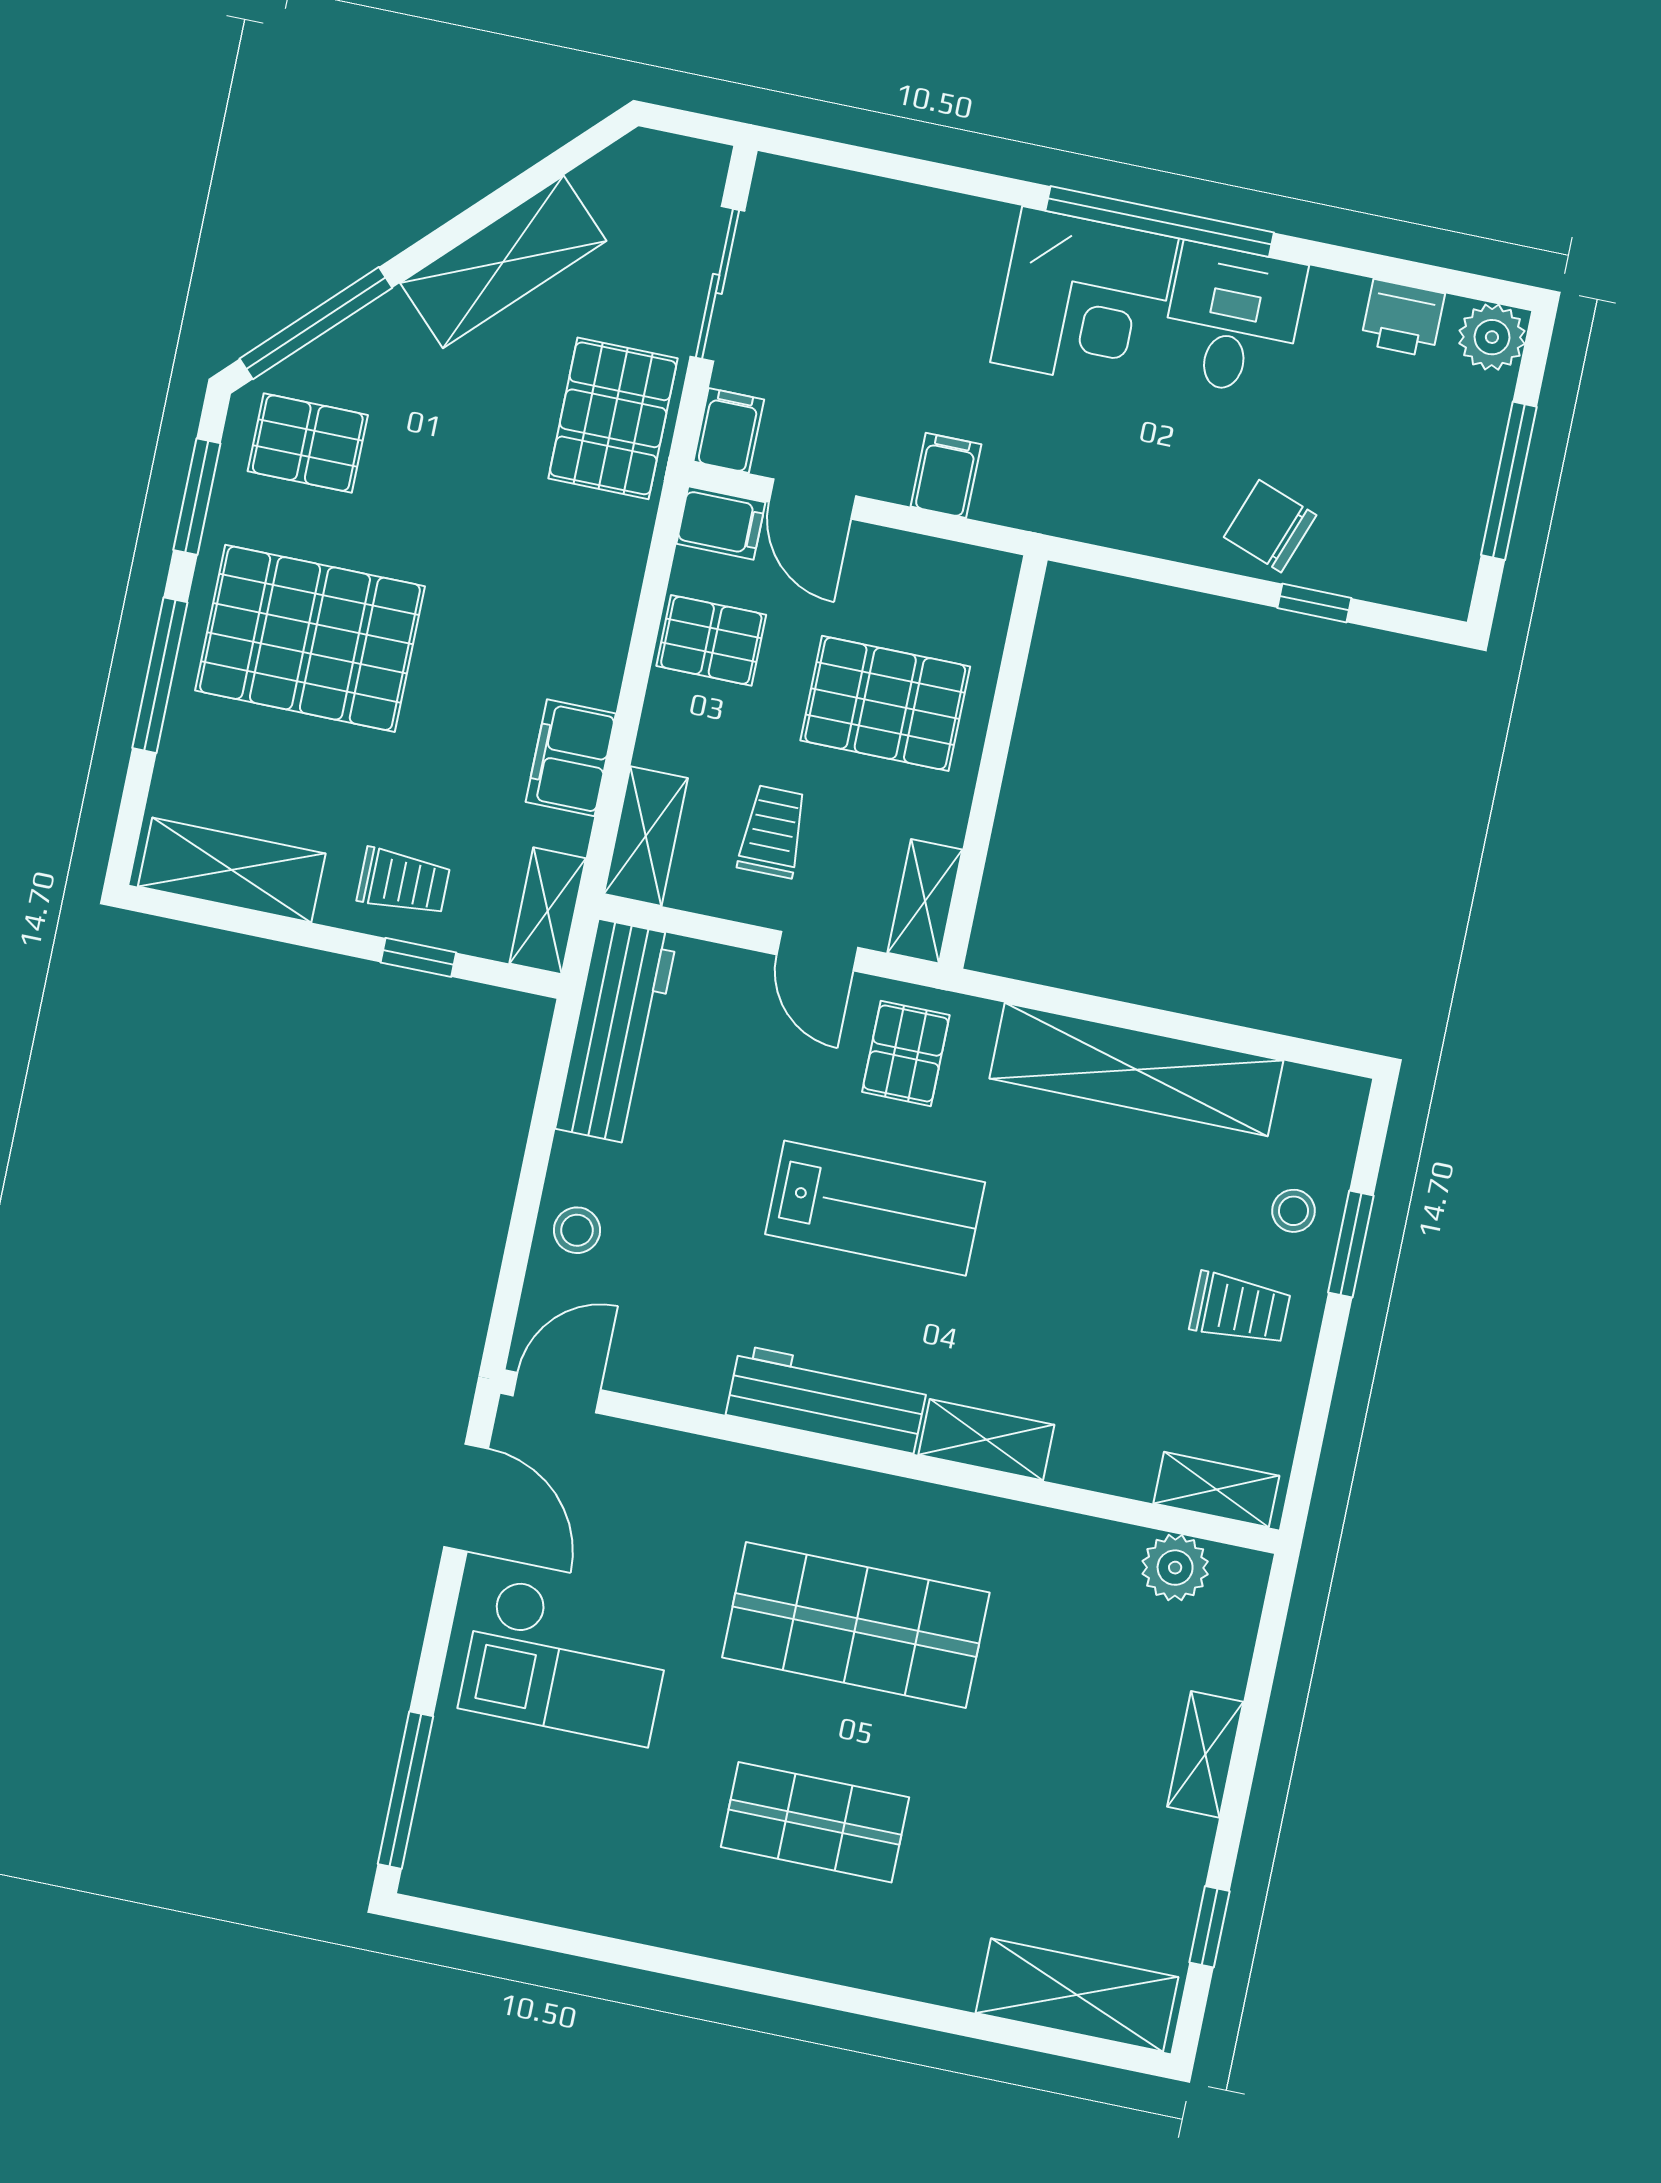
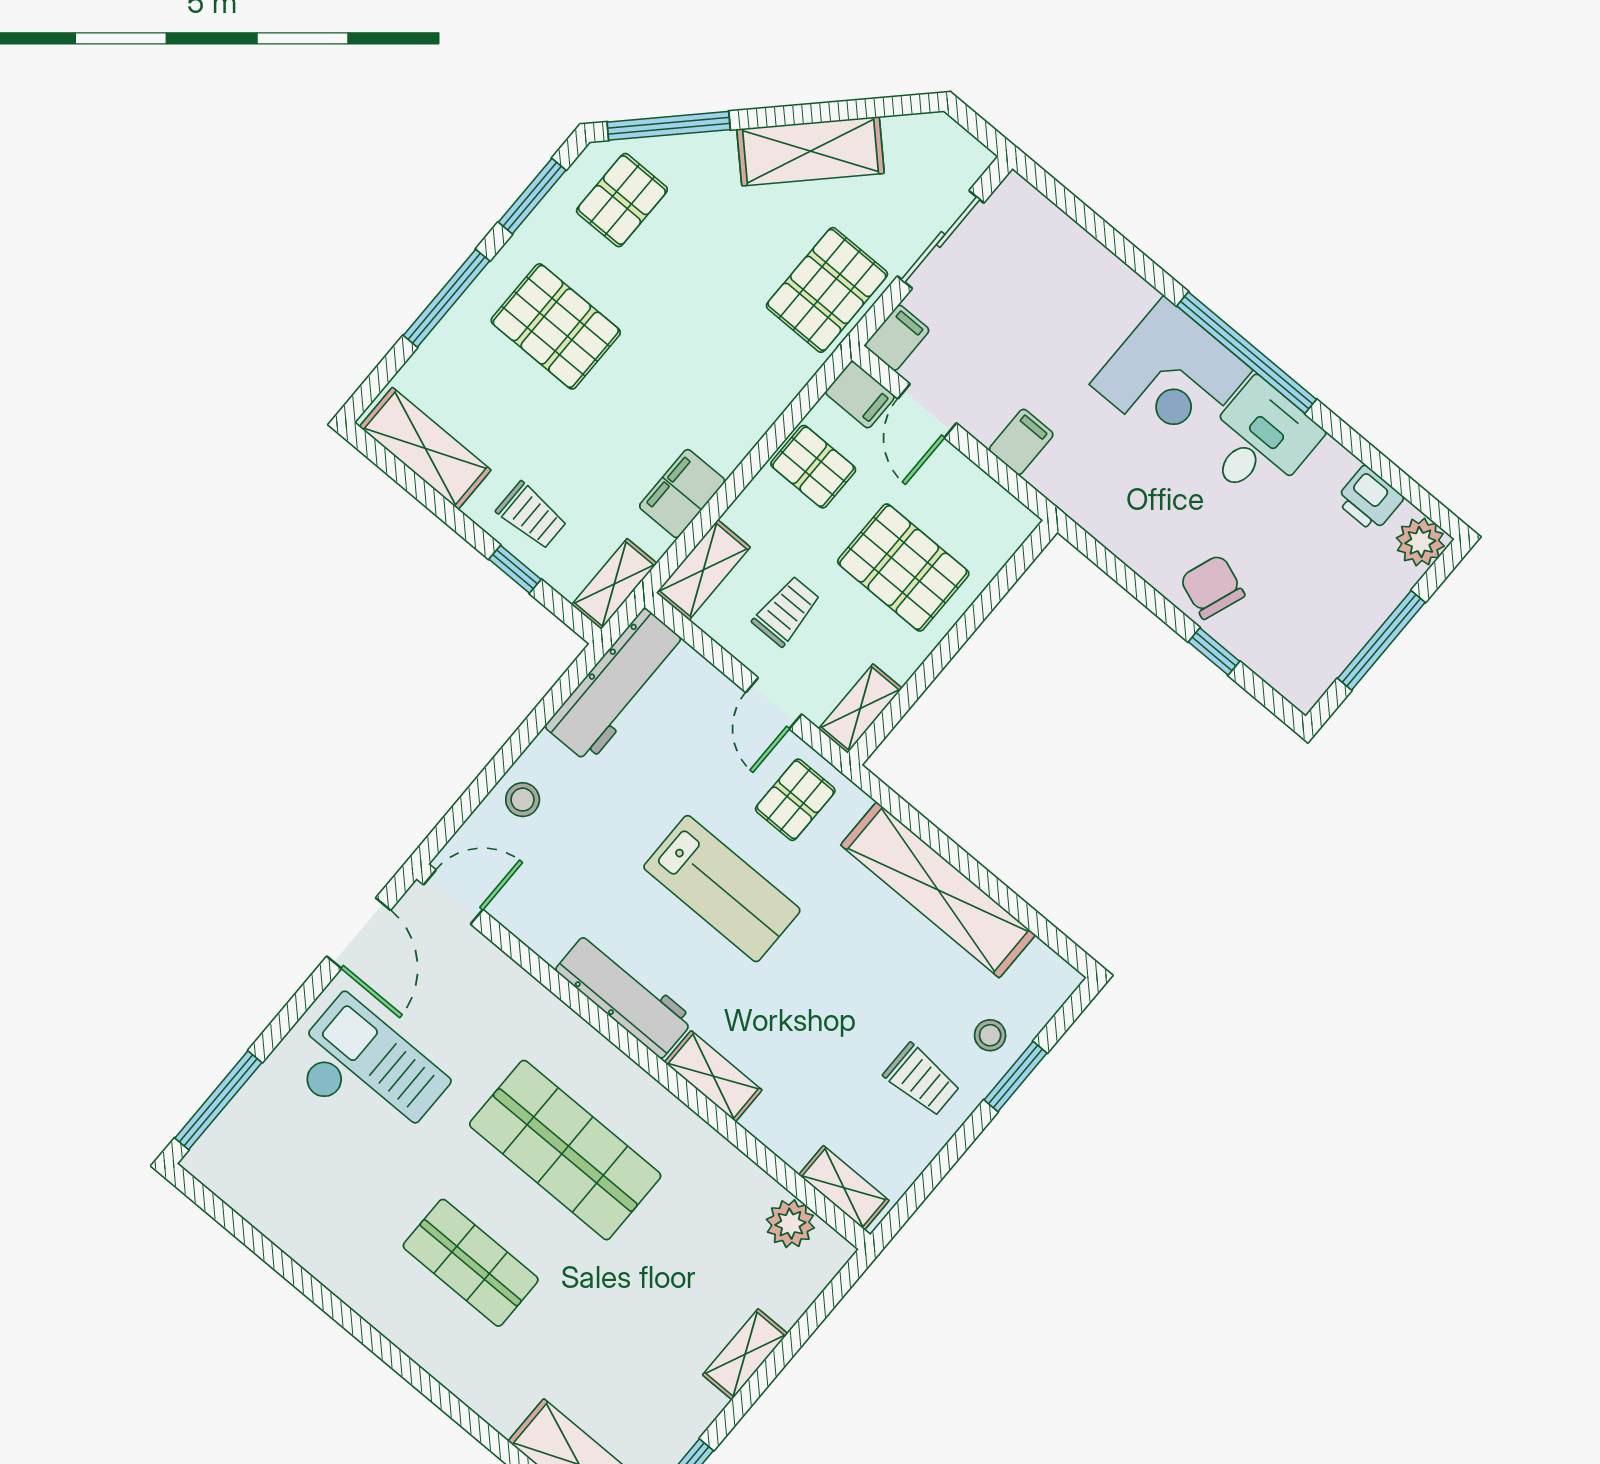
pallet: (308, 443) -> (622, 200), turned 90
pallet: (310, 638) -> (556, 326), width x0.73, depth x0.71
checkout: (566, 1661) -> (366, 1073), turned 180

